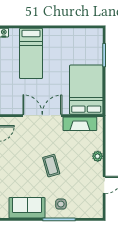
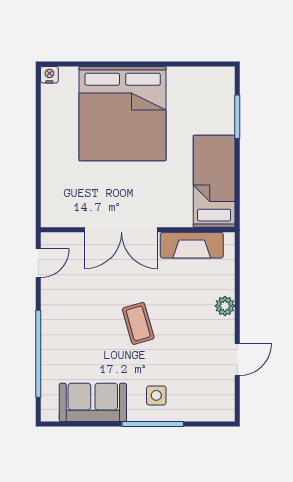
bed: (31, 53) -> (123, 114), width x2.04
bed: (86, 90) -> (214, 181), width x0.67
double door: (42, 116) -> (121, 230), swing flipped

